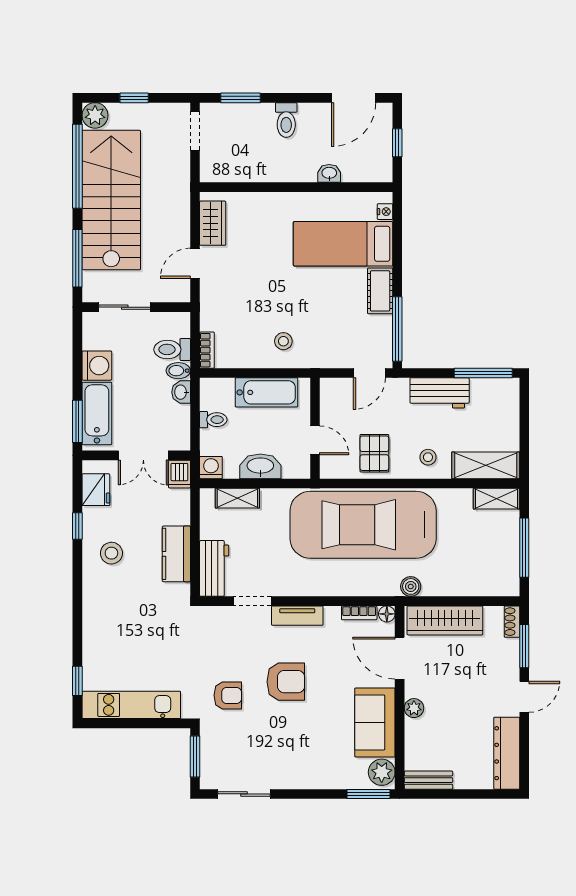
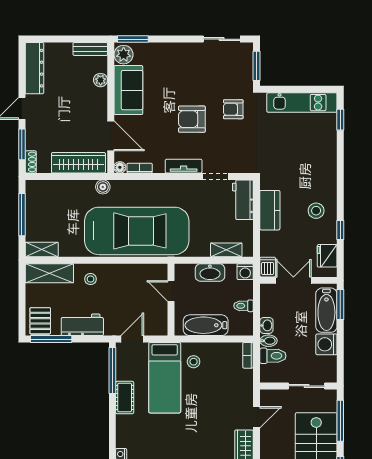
bed: (343, 244) -> (165, 378), moved, turned 90
pallet: (374, 453) -> (40, 321), moved
plant: (414, 708) -> (101, 80), moved

